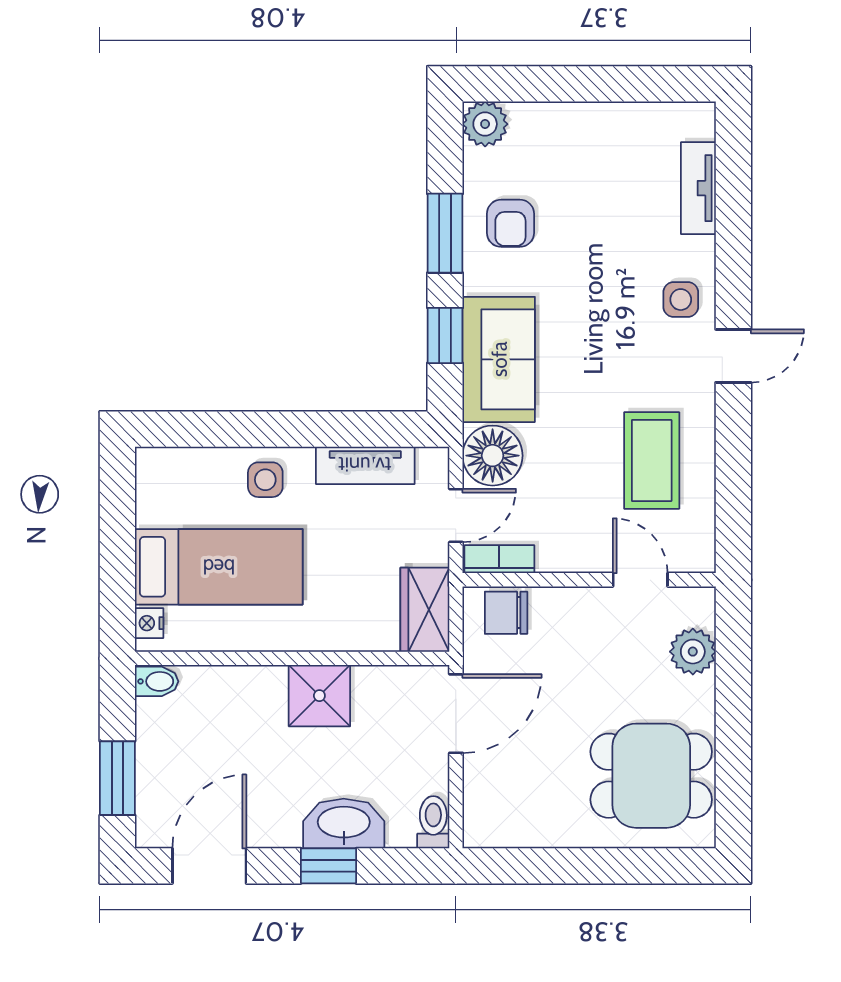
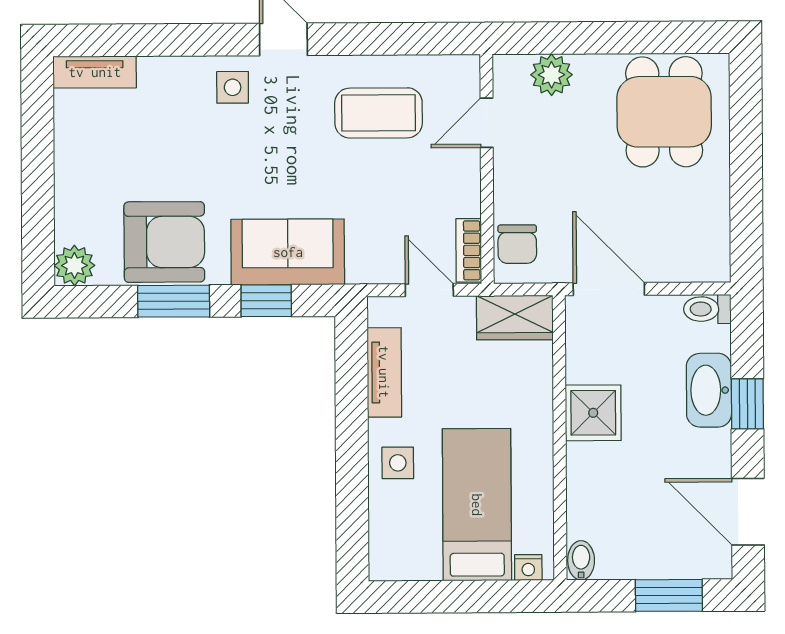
tv unit: (698, 188) -> (95, 72), moved
armchair: (510, 223) -> (164, 242), width x1.88, depth x1.88
floor lamp: (493, 456) -> (375, 257), removed

